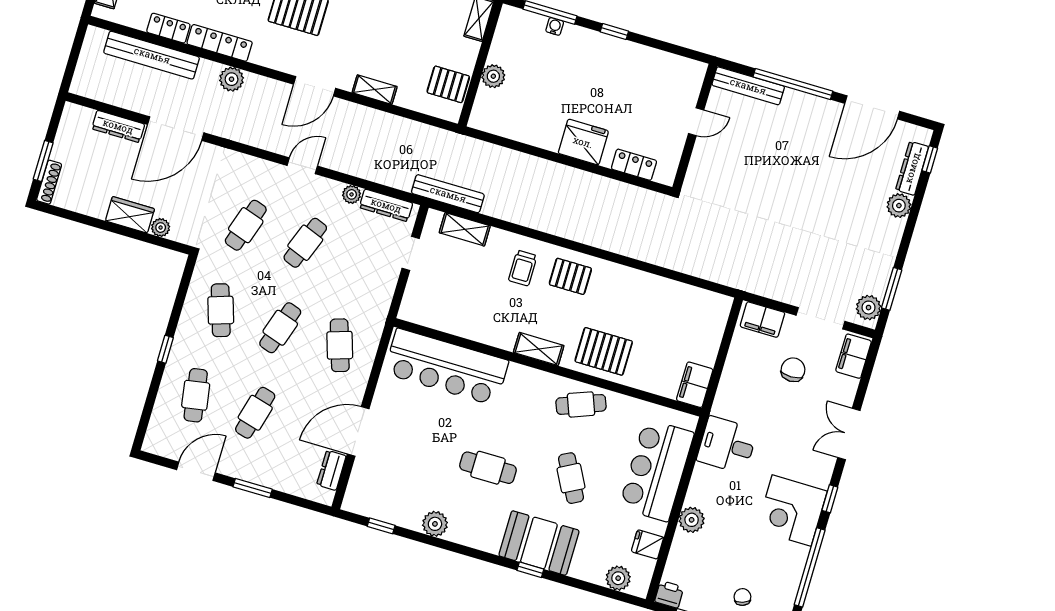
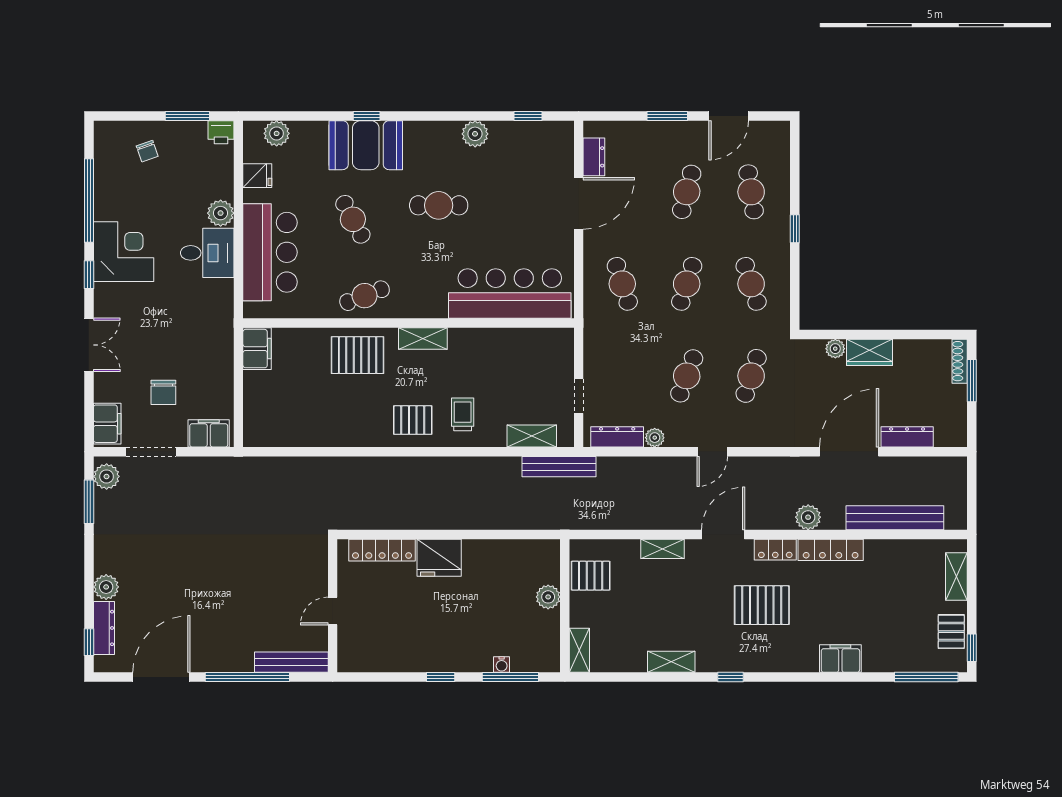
locker: (168, 28) -> (775, 550), moved
locker: (634, 165) -> (382, 550), width x1.53
desk: (727, 445) -> (207, 253), moved

